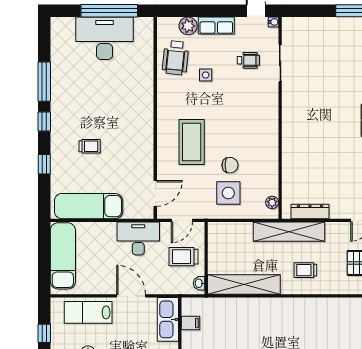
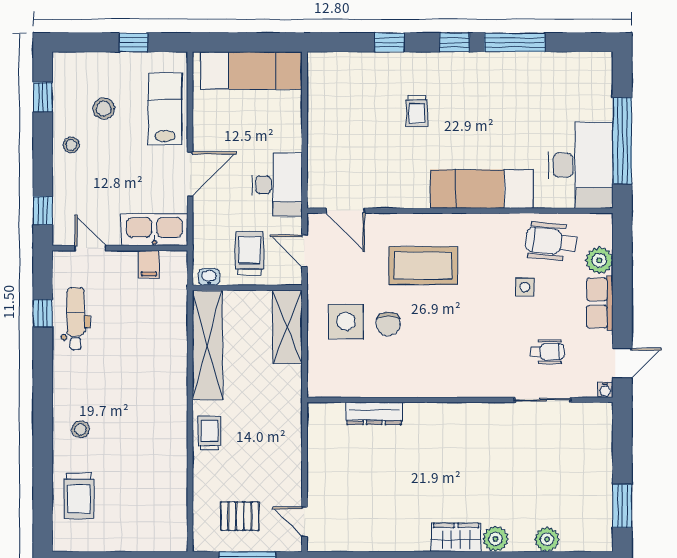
desk: (105, 38) -> (580, 165), moved
wheelchair: (248, 60) -> (547, 352), turned -90
plant: (272, 202) -> (332, 388), removed
exam couch: (89, 206) -> (482, 189), moved, turned -90
dresser: (310, 211) -> (374, 413), moved, turned 90
shelving: (289, 232) -> (287, 327), moved, width x0.68
trolley: (305, 270) -> (209, 433), moved

